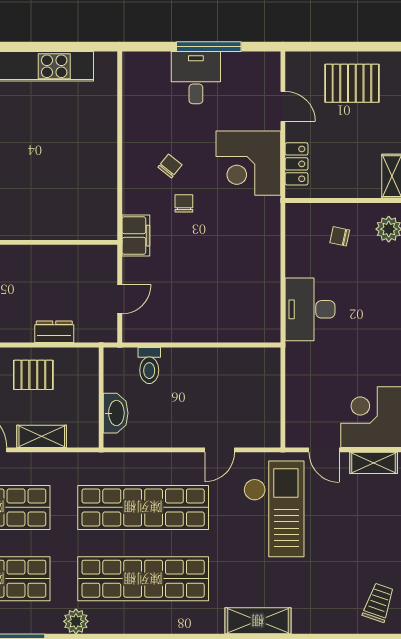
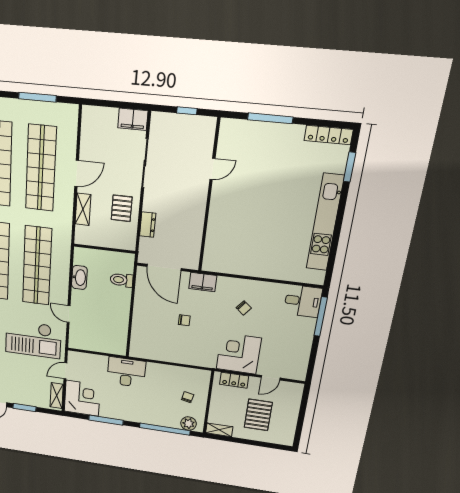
window: (209, 47) -> (321, 317), moved
desk: (196, 78) -> (303, 301), moved
pallet: (352, 83) -> (258, 415), moved
chair: (184, 203) -> (184, 320), moved
door: (120, 299) -> (164, 267), width x1.88
desk: (310, 309) -> (126, 372), moved
washbasin: (116, 413) -> (79, 277), moved, turned -90

